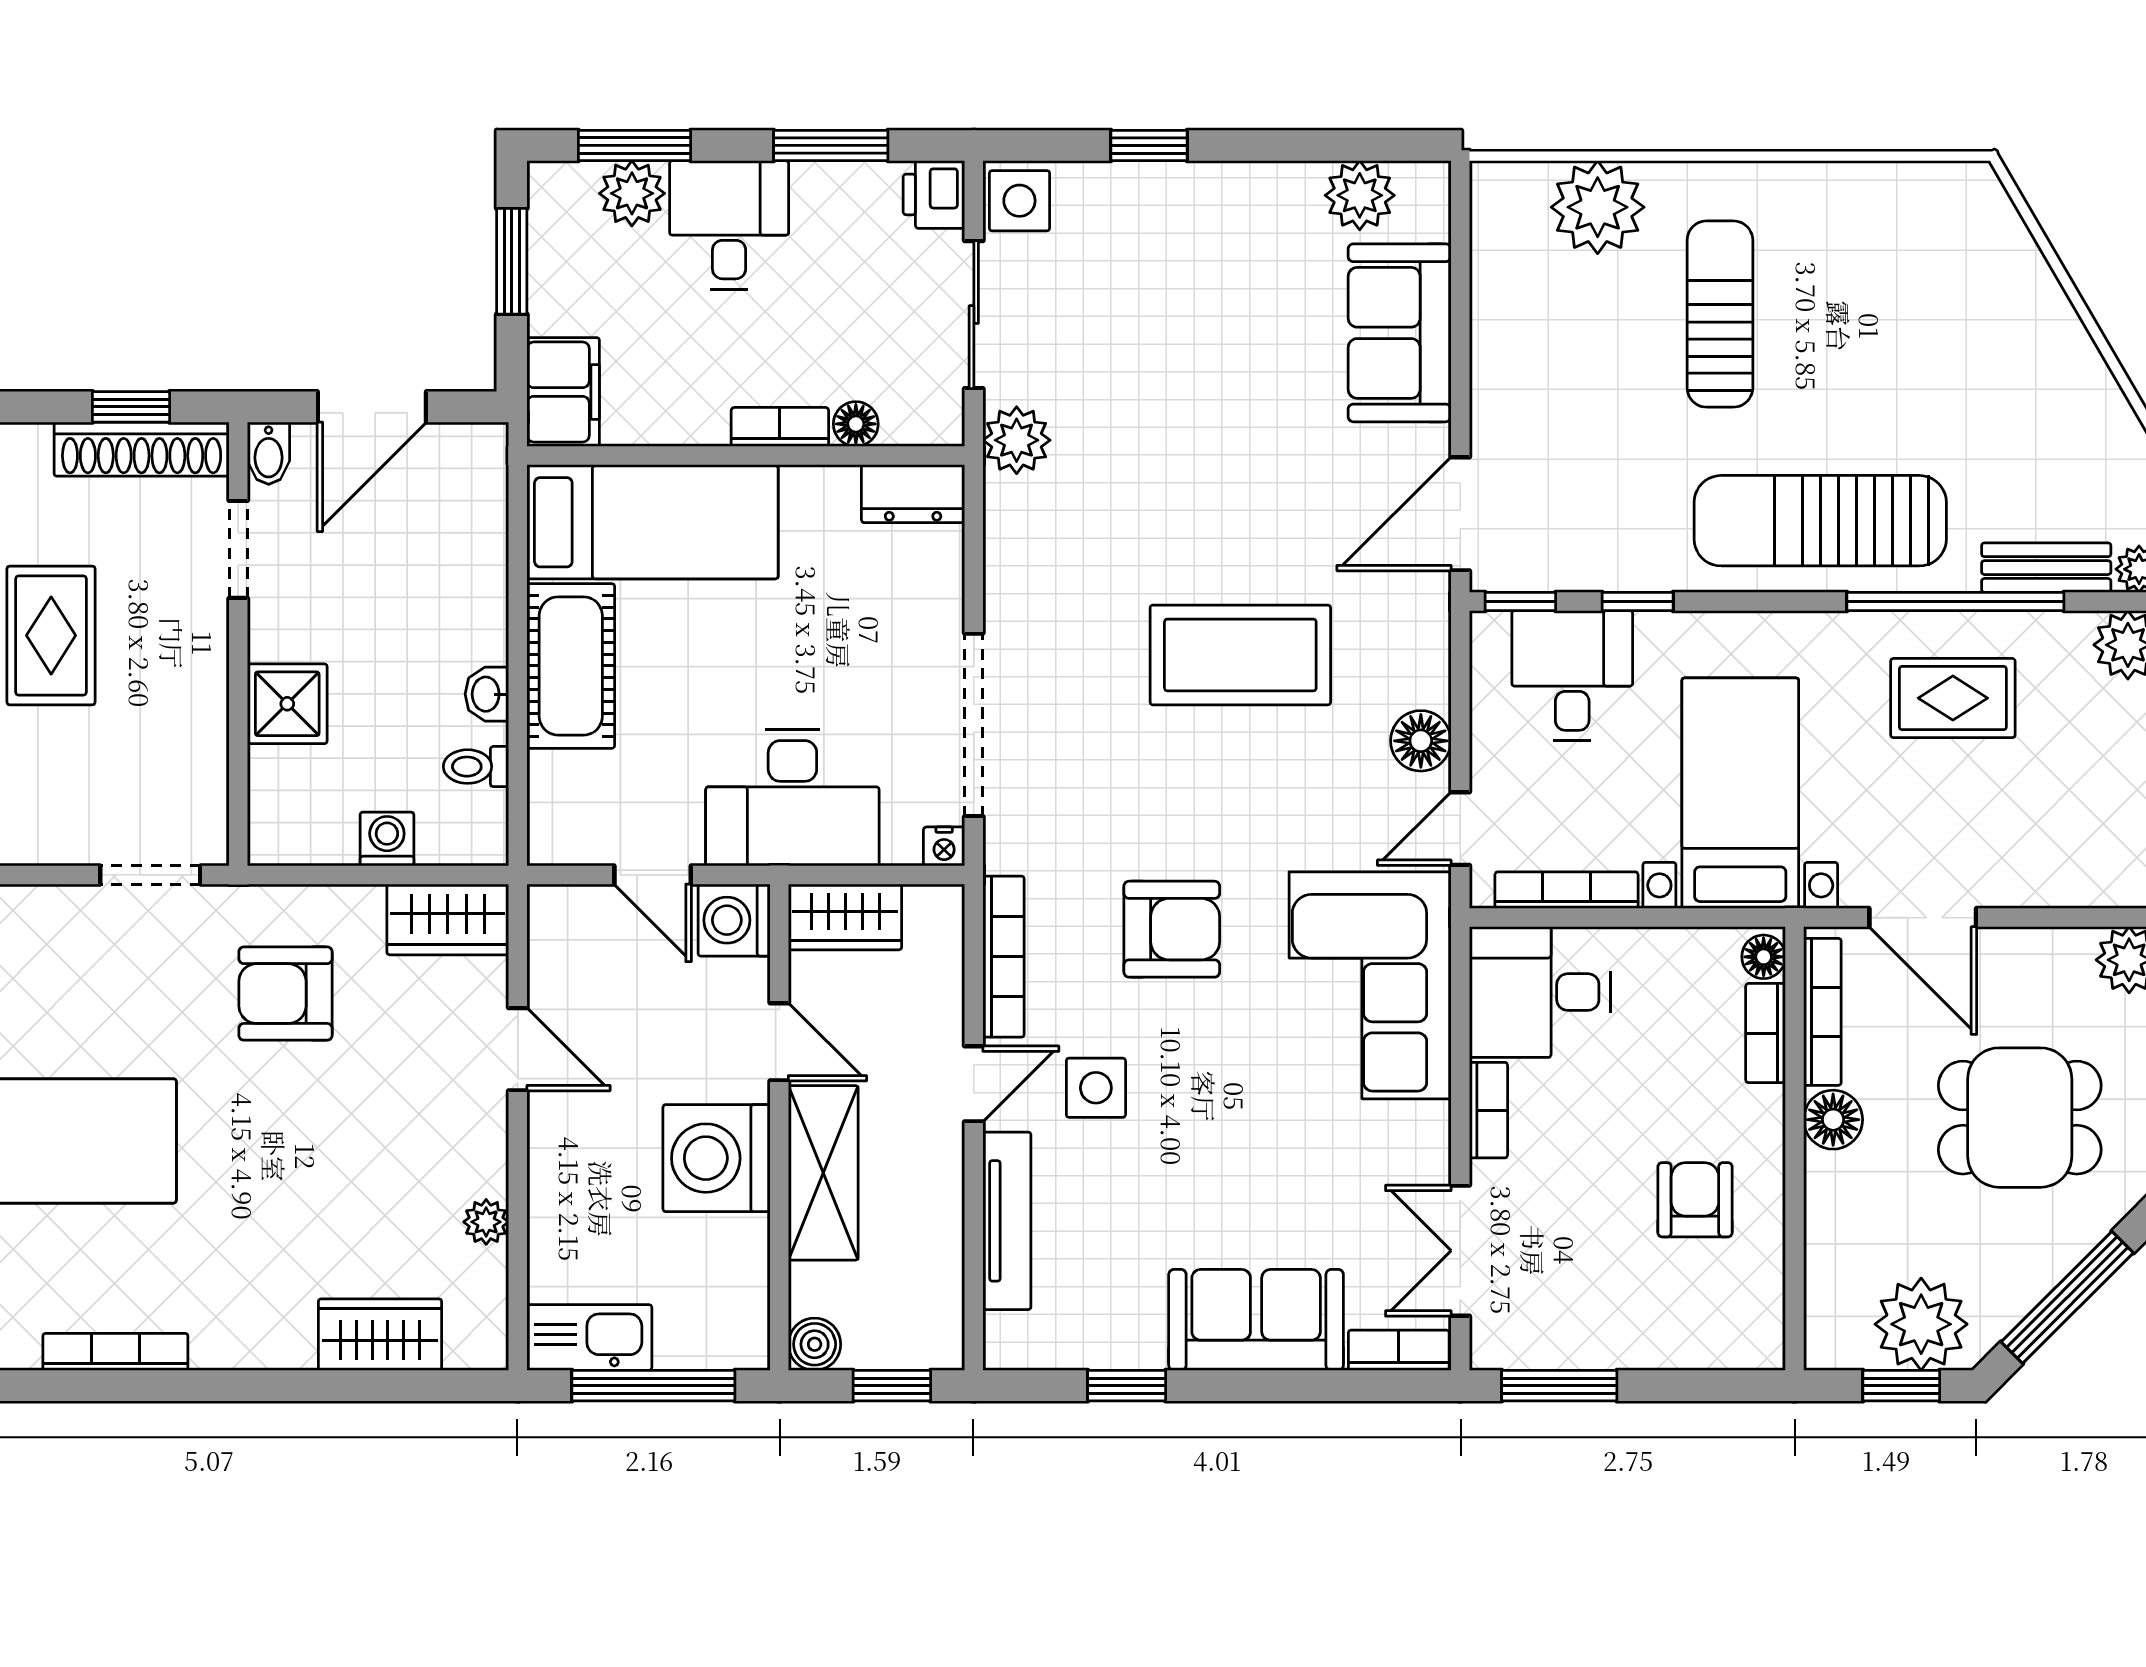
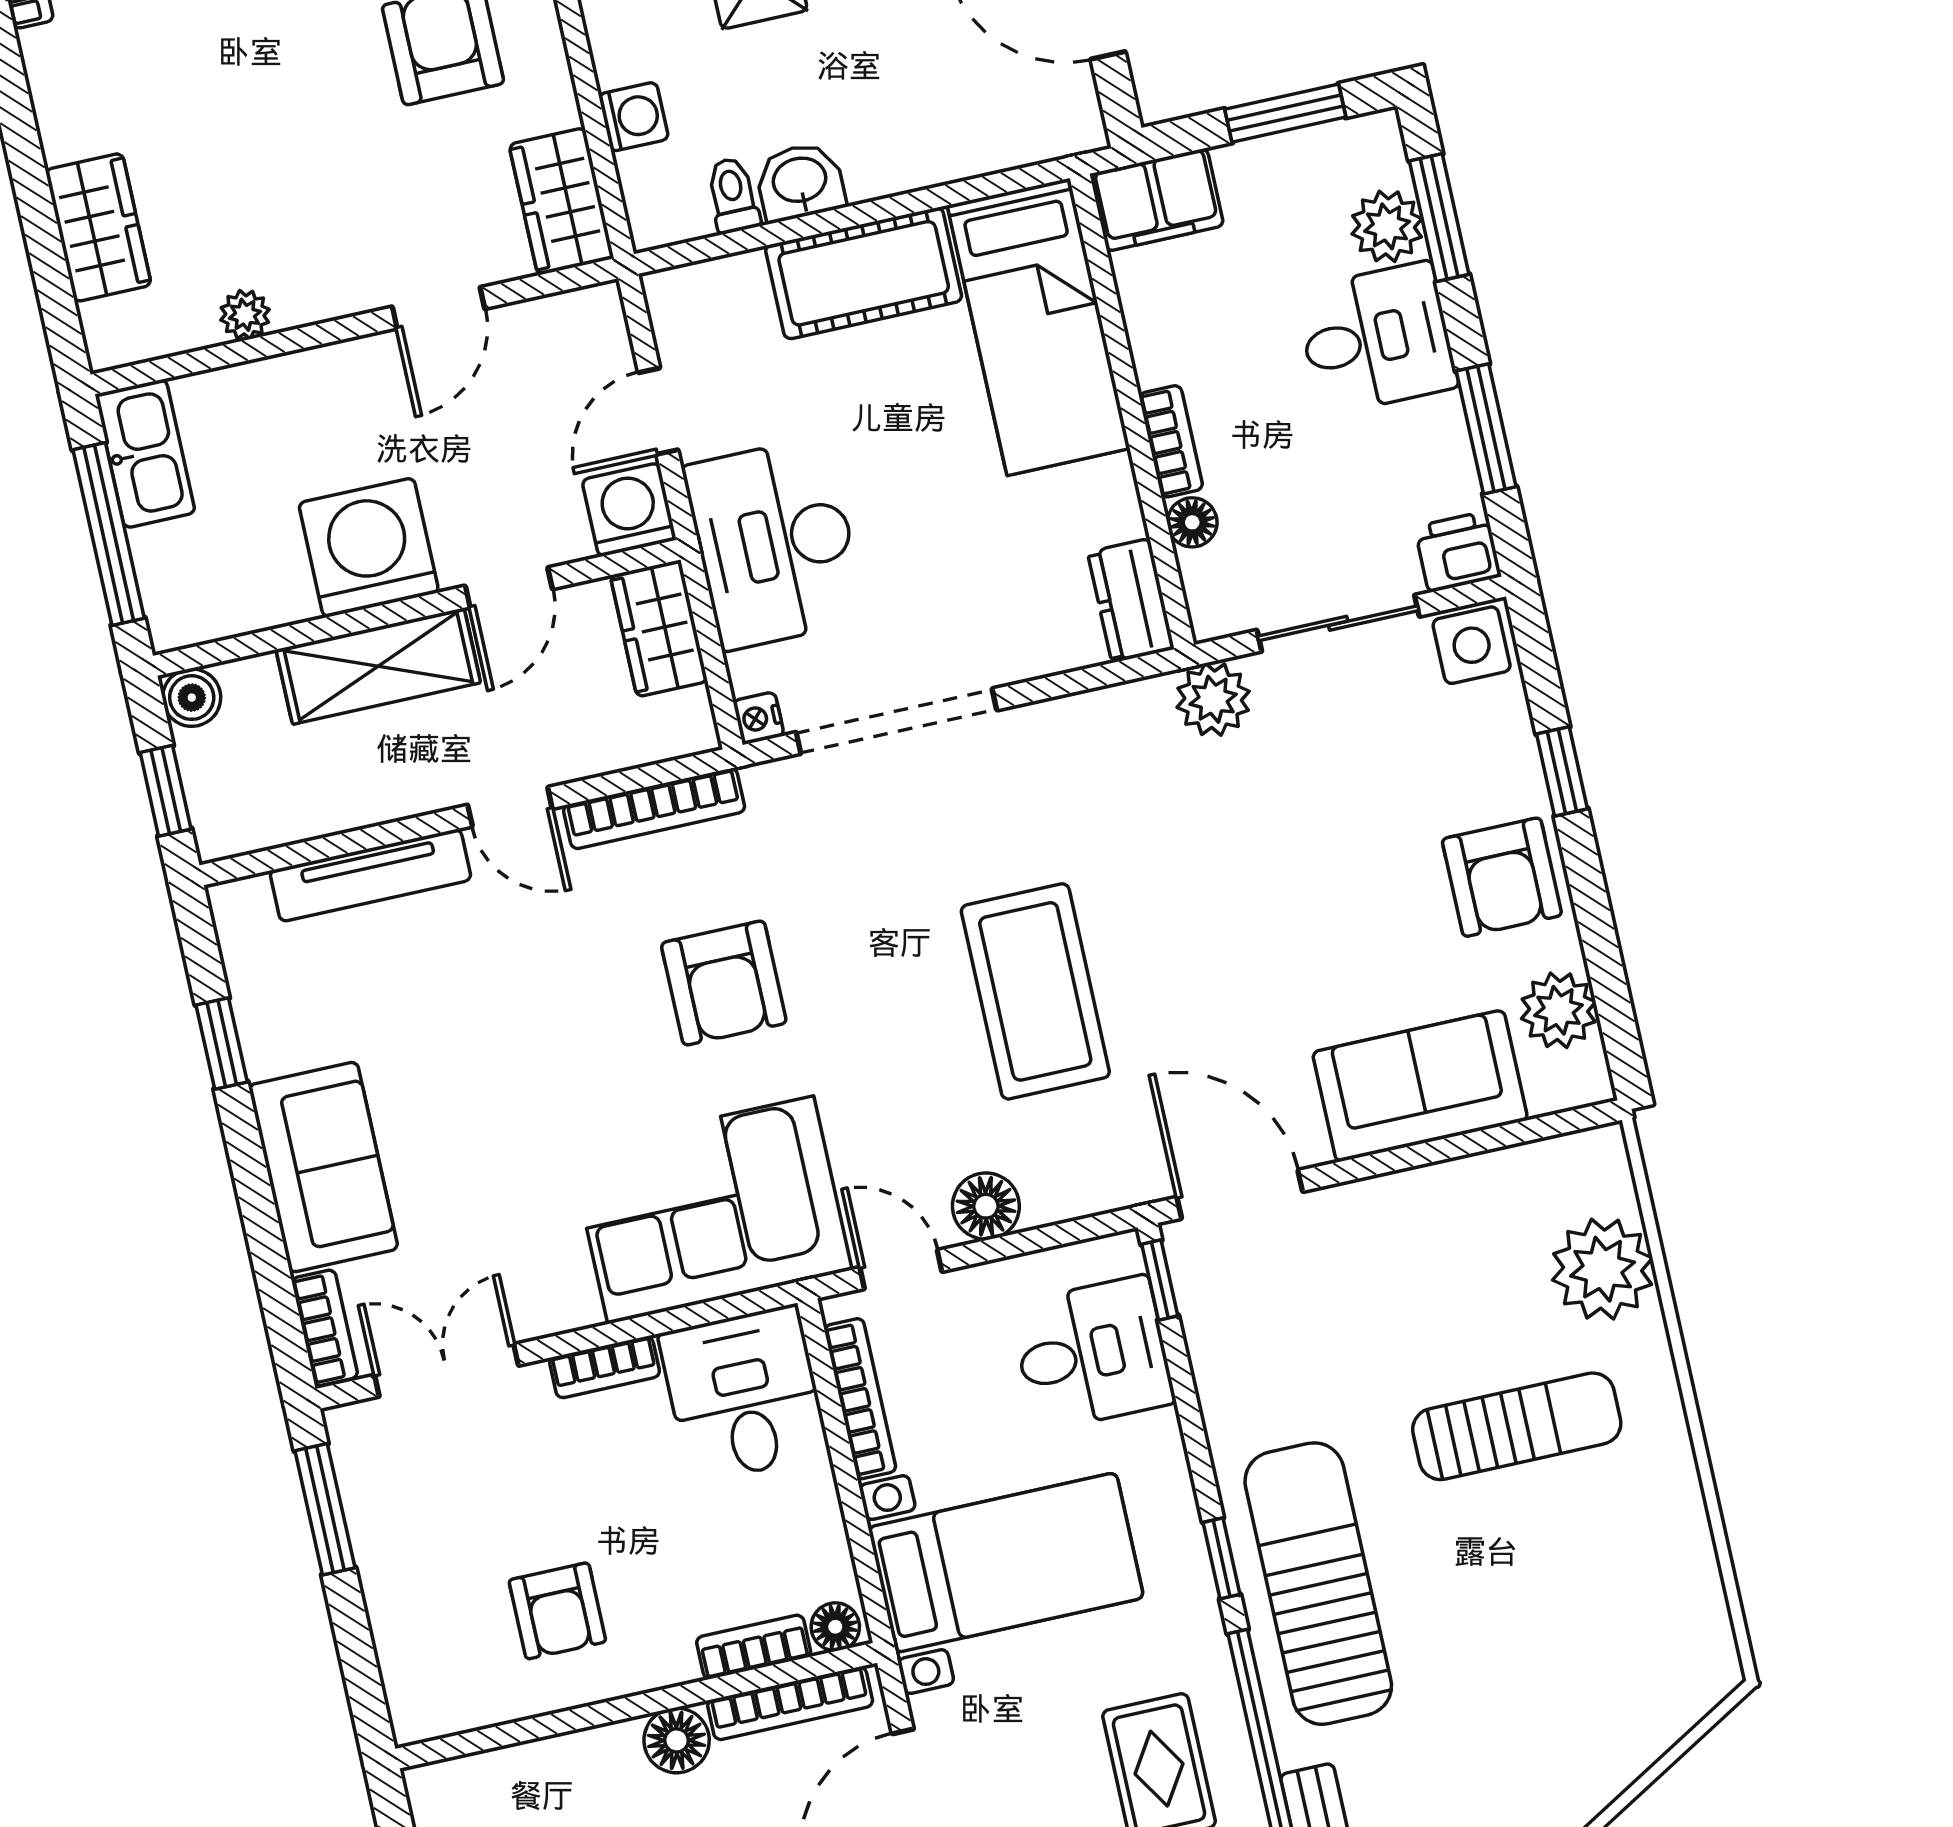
armchair: (1231, 219) -> (1502, 877), added
window: (1638, 601) -> (1221, 1558), moved
washbasin: (487, 694) -> (800, 182), width x1.38, depth x1.45
side table: (1096, 1088) -> (535, 939), removed
armchair: (1695, 1200) -> (557, 1611), turned 90

